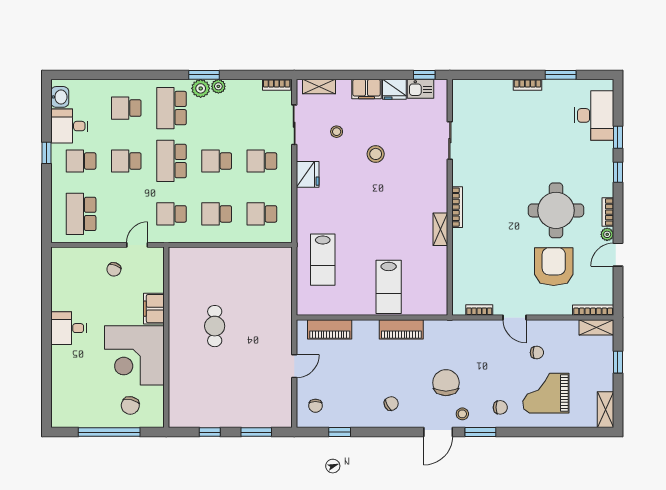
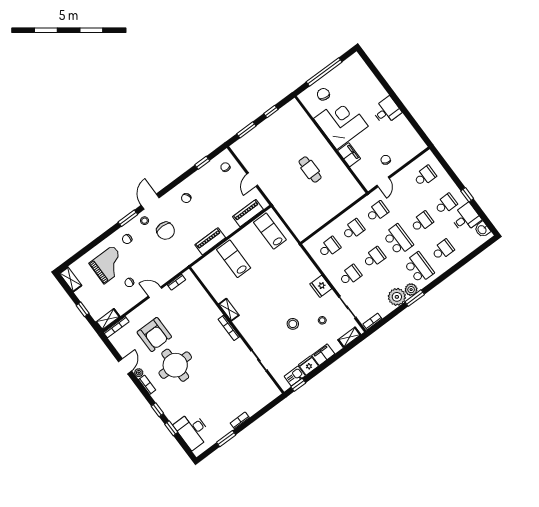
plant: (218, 86) -> (397, 297), width x1.87, depth x1.87
school desk: (81, 214) -> (425, 176), width x0.54
lab bench: (323, 260) -> (270, 231), moved

